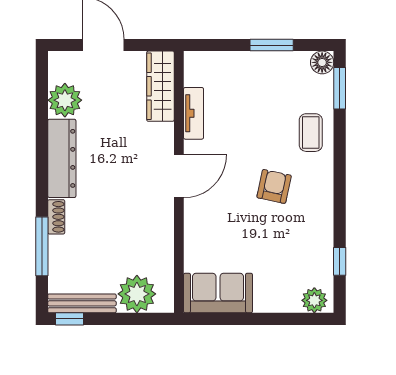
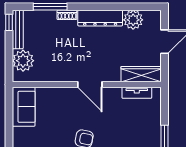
tv unit: (193, 113) -> (137, 93), moved

